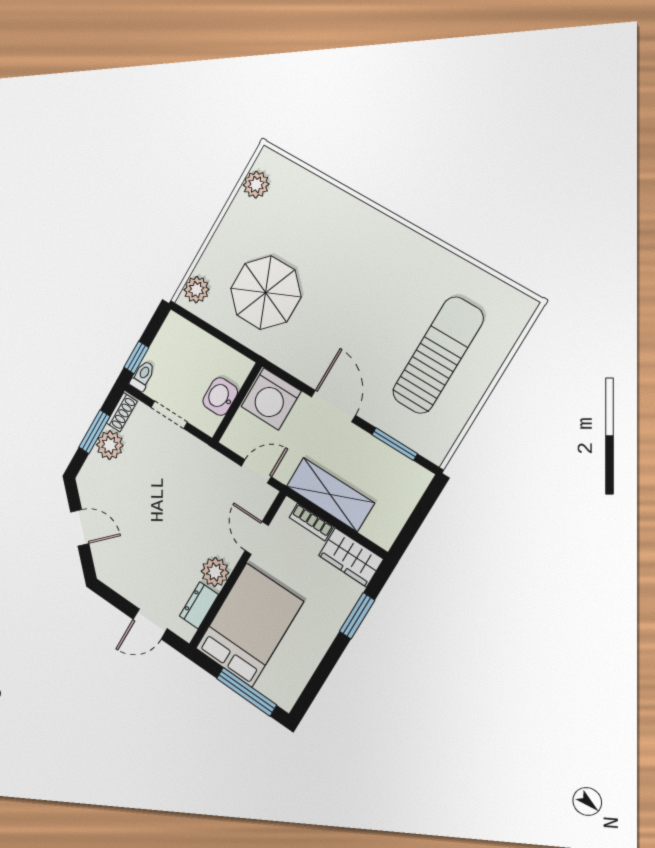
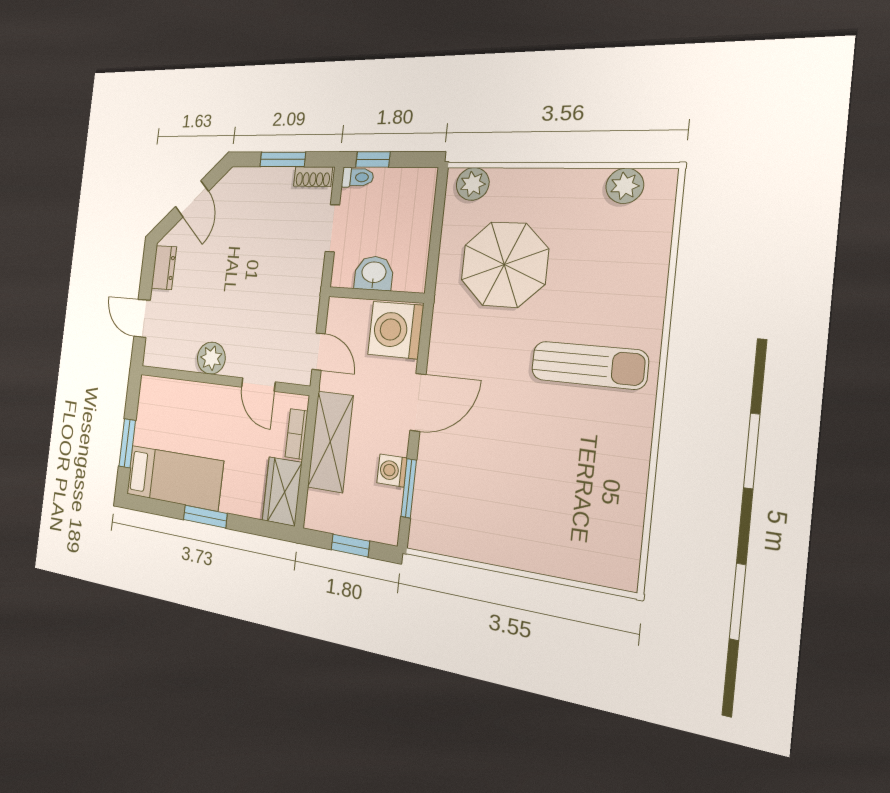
sun lounger: (438, 355) -> (589, 365), moved, width x0.73, depth x0.75
plant: (110, 445) -> (277, 183), removed
washing machine: (375, 452) -> (392, 471), added
window: (418, 516) -> (350, 545), added
door: (257, 538) -> (258, 385), swing flipped
dresser: (199, 605) -> (164, 268), moved, turned 90
window: (357, 616) -> (205, 517), moved
bed: (249, 625) -> (174, 478), moved, width x0.67
window: (246, 692) -> (127, 443), width x0.69

